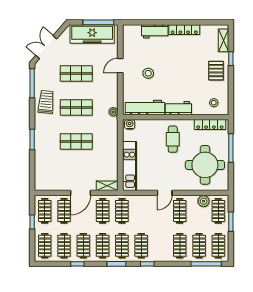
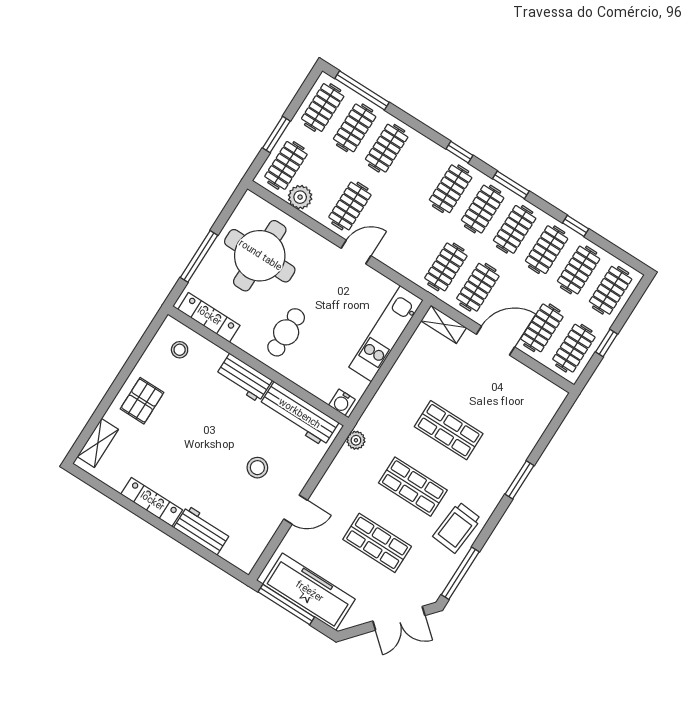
window: (231, 59) -> (105, 405), removed

